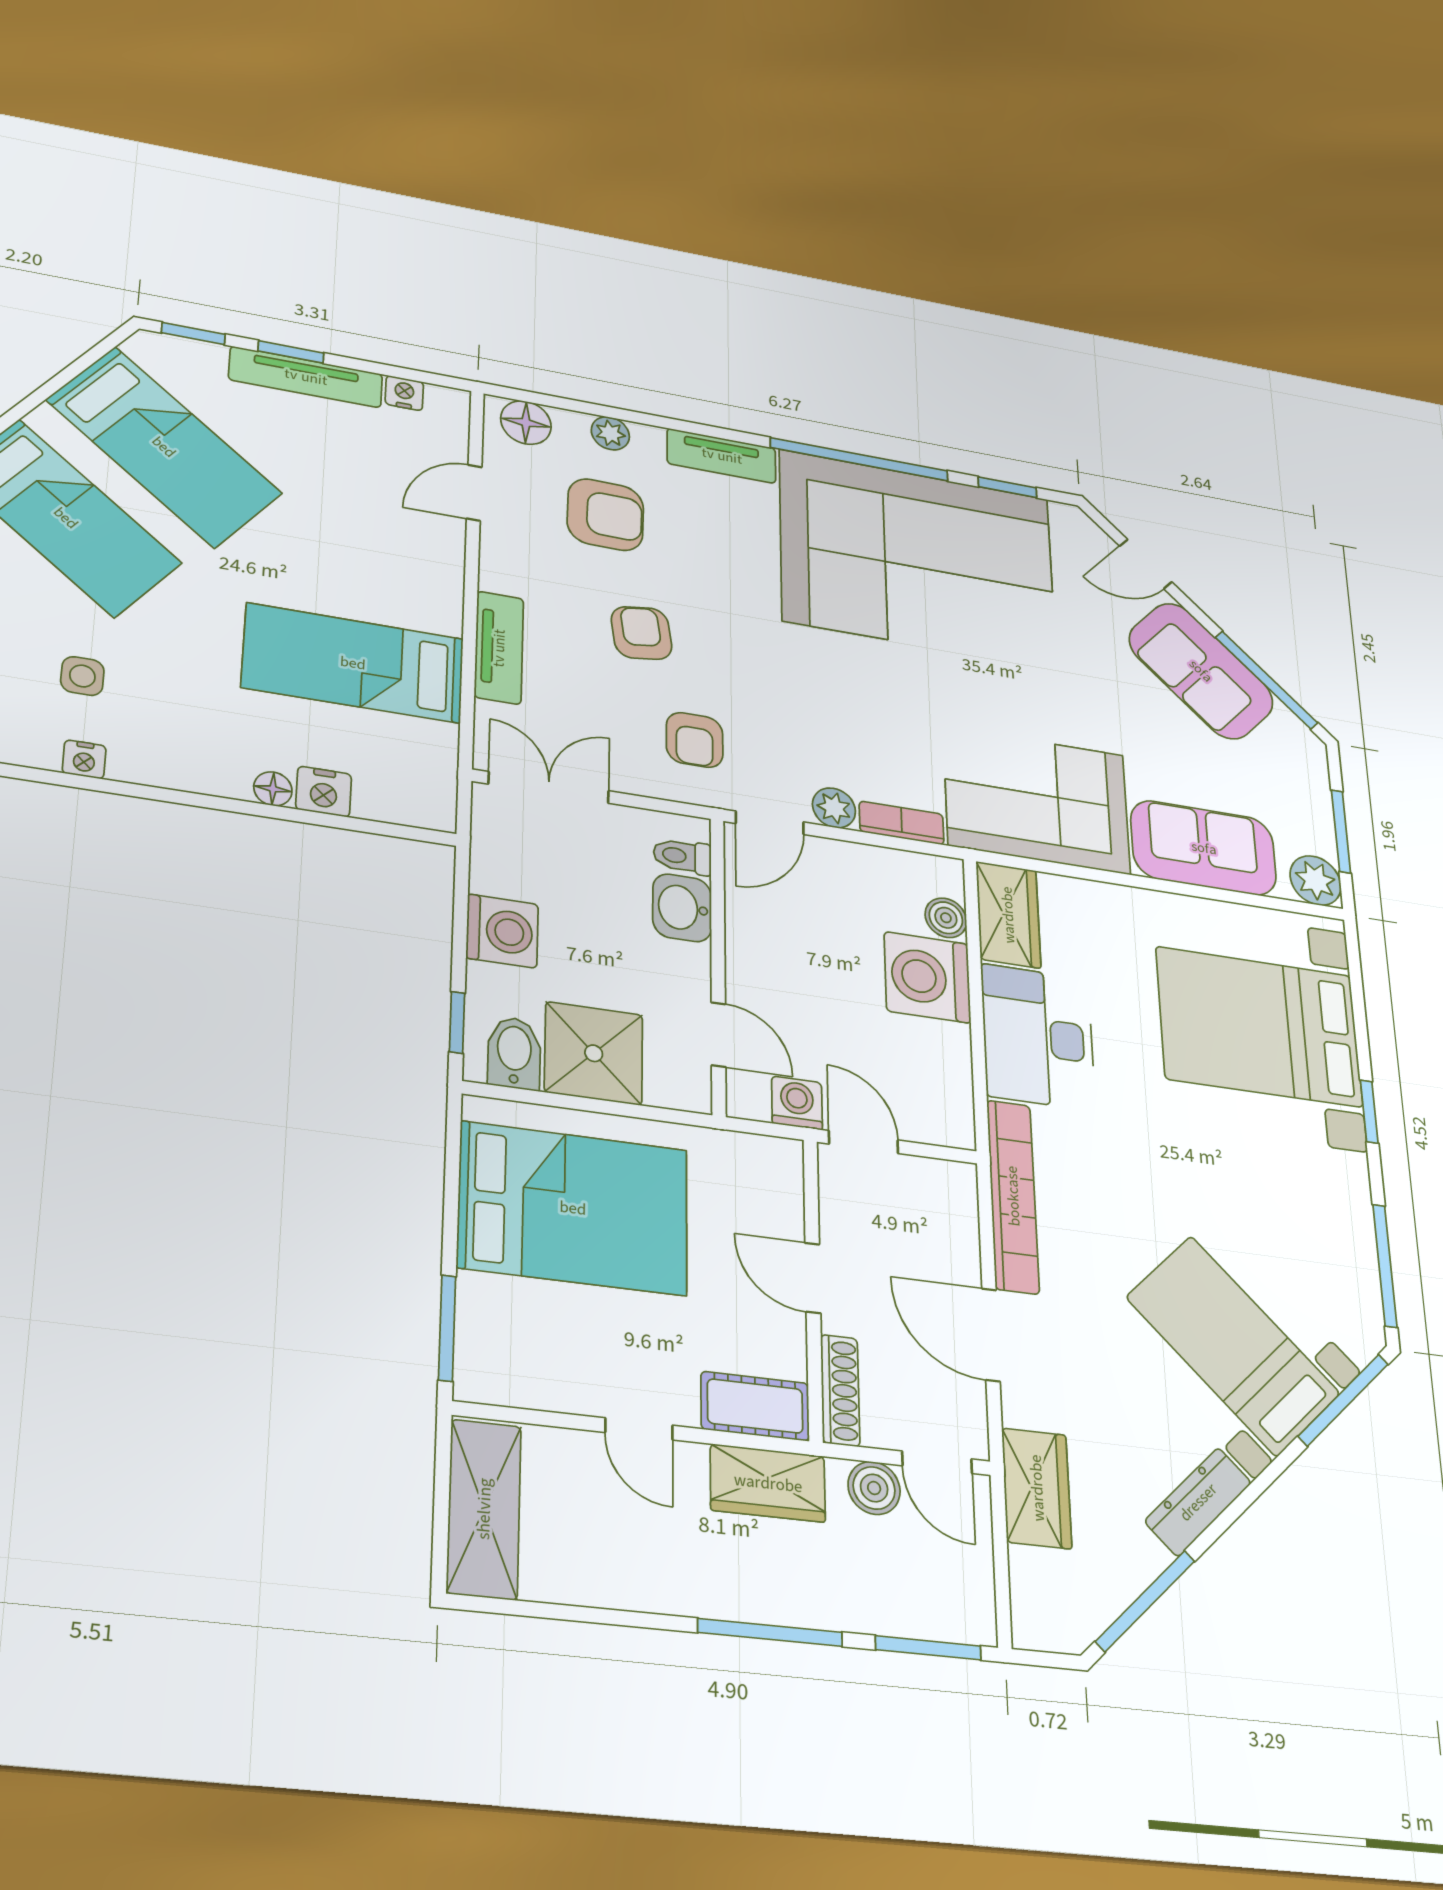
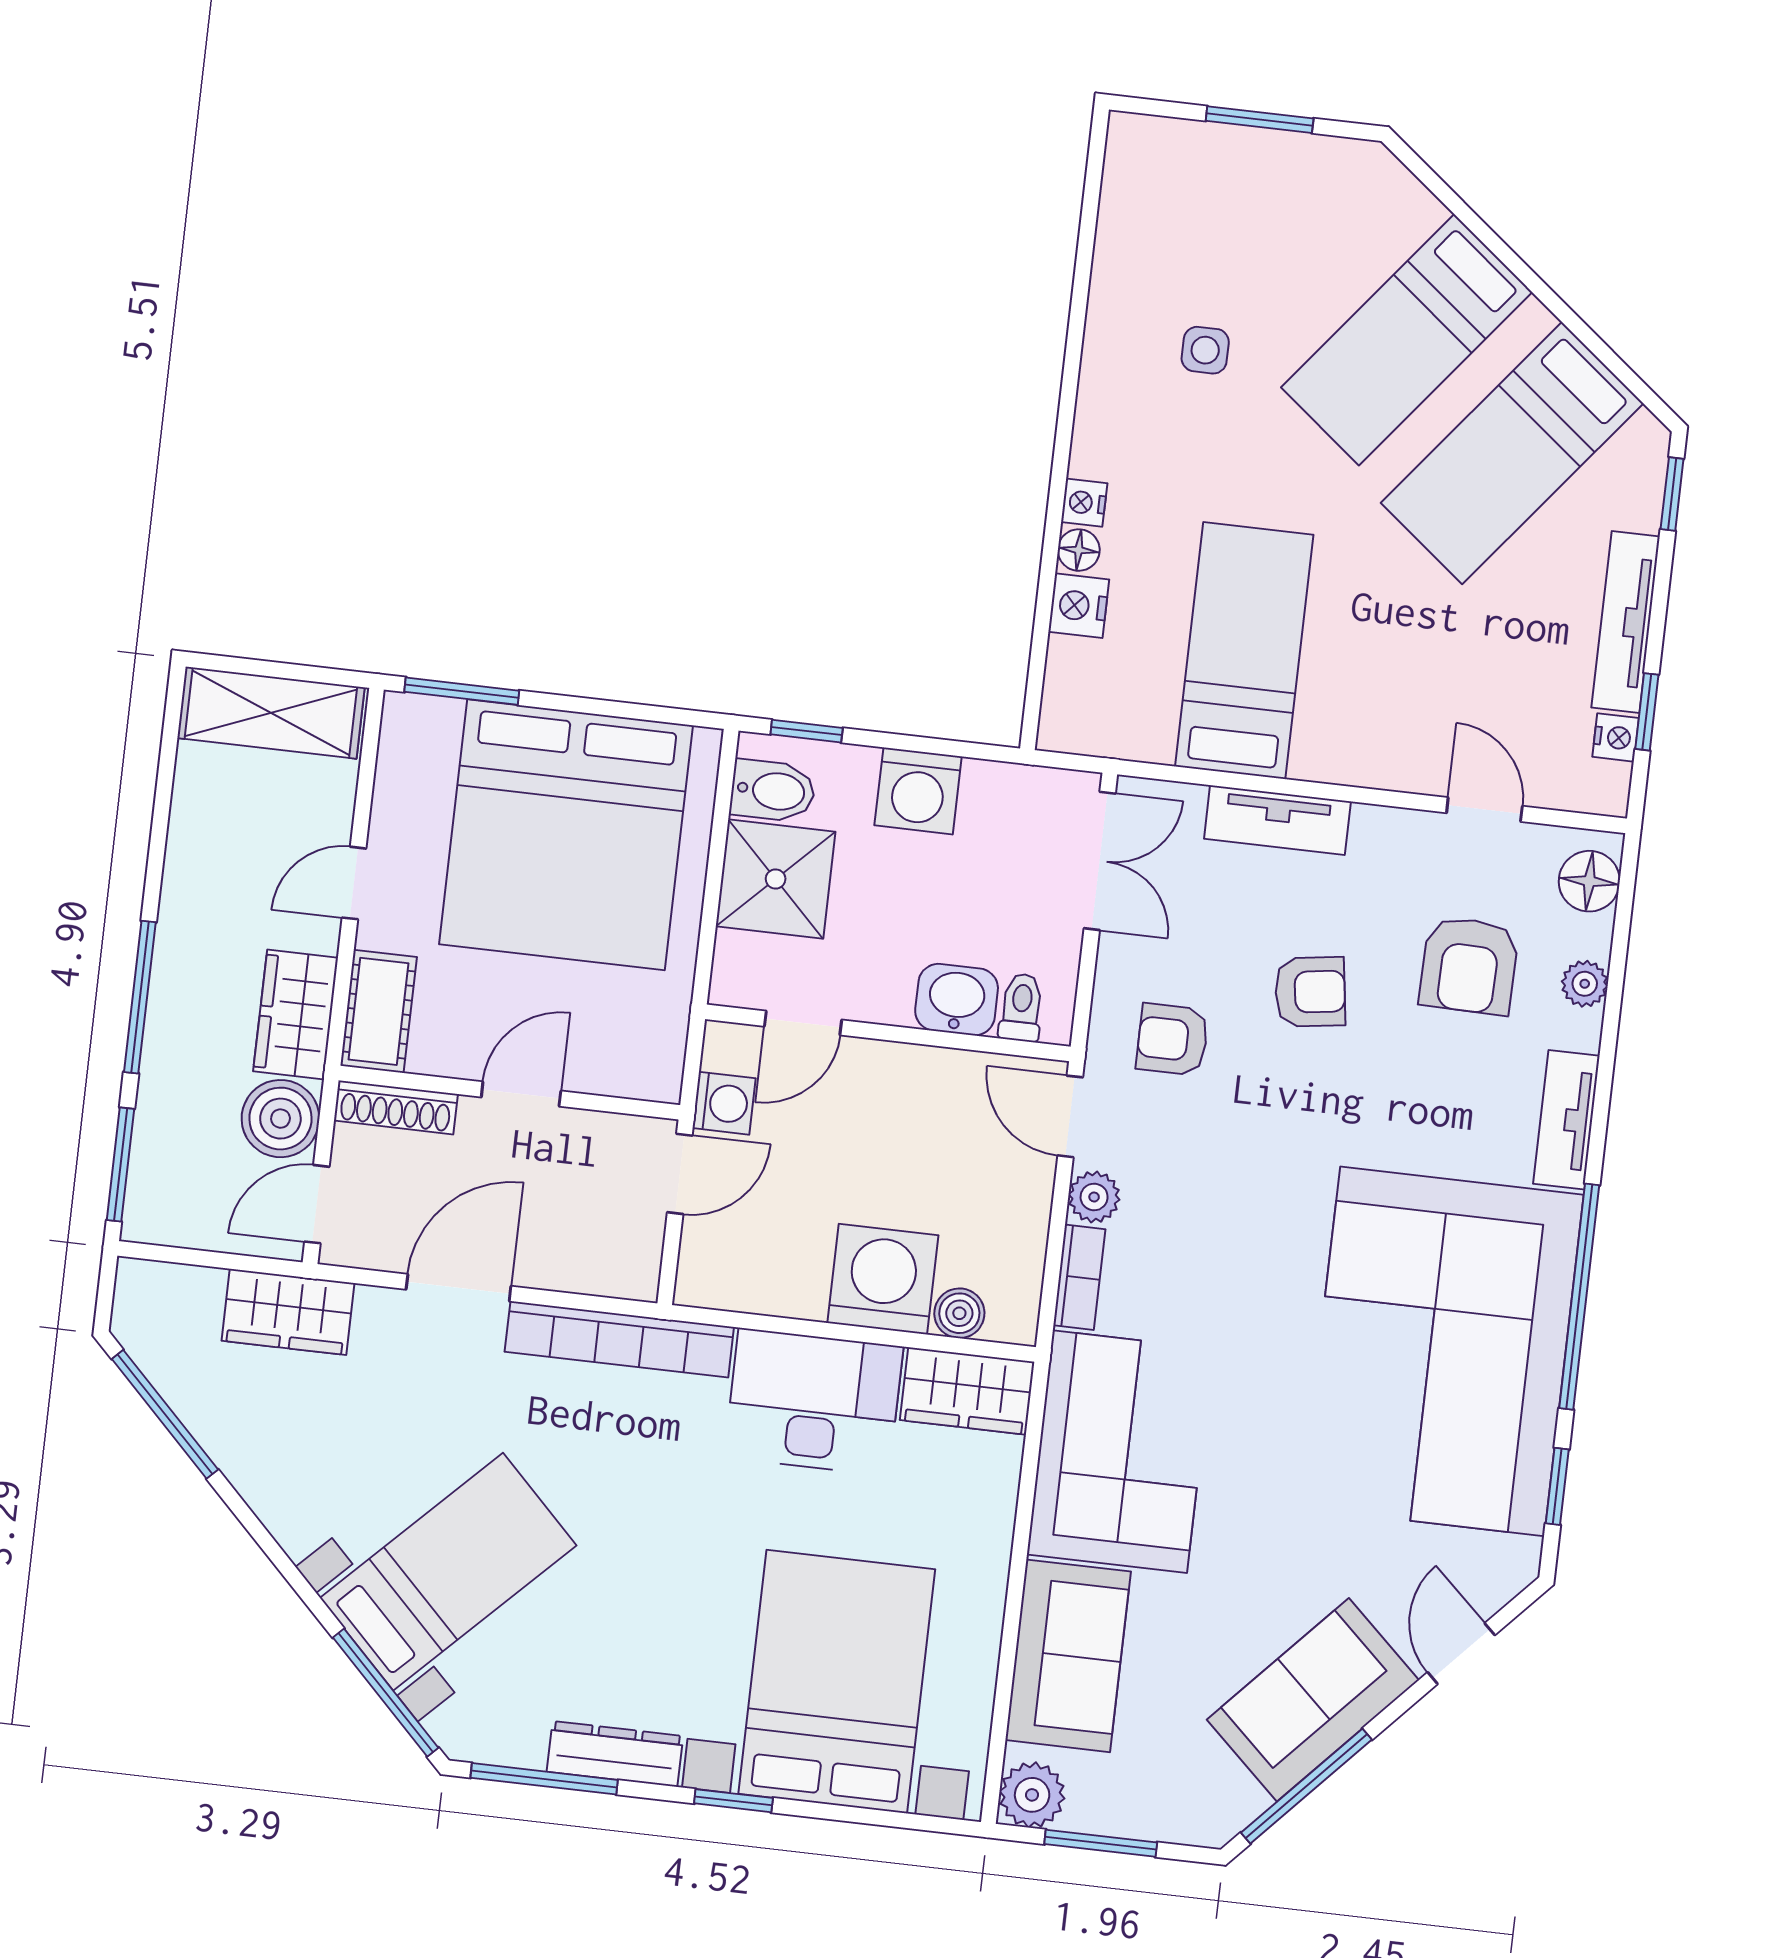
window: (291, 352) -> (1647, 712), moved
nightstand: (84, 759) -> (1084, 503), moved
bed: (573, 1208) -> (566, 835), width x1.36
boiler: (874, 1488) -> (280, 1119), width x1.36, depth x1.36
dresser: (1198, 1502) -> (615, 1754), moved, turned -45

